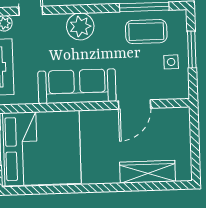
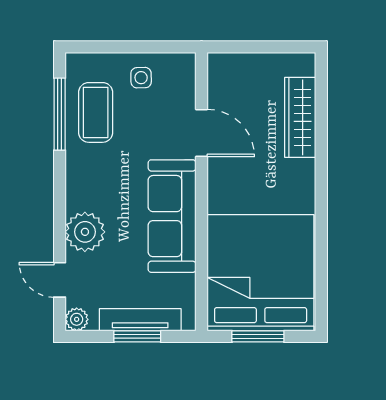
plant: (80, 26) -> (85, 232), moved
window: (192, 50) -> (124, 47), removed

